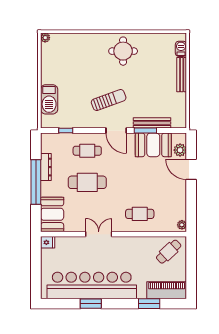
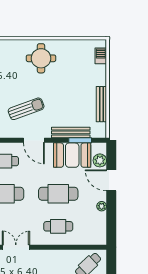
bench: (182, 75) -> (101, 104), moved
window: (145, 131) -> (80, 140), moved
cafe table: (140, 182) -> (58, 194), added
plant: (182, 225) -> (102, 206), moved

